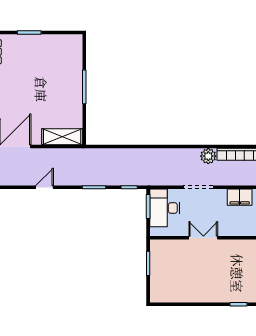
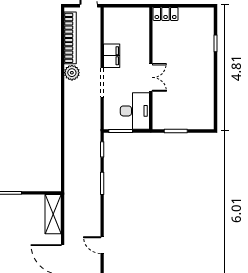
door: (45, 187) -> (102, 245), moved
filing cabinet: (240, 197) -> (112, 56), moved
desk: (165, 208) -> (135, 111), moved, turned -90
double door: (203, 238) -> (151, 77), swing flipped

